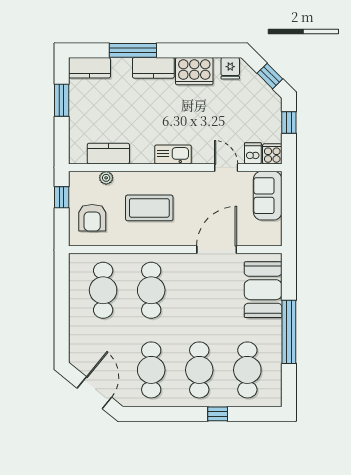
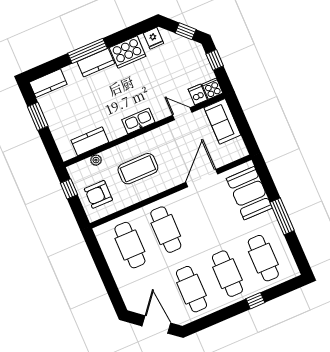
window: (133, 50) -> (88, 51), moved
armchair: (92, 218) -> (98, 194), turned 90
window: (289, 332) -> (282, 216), width x0.68

